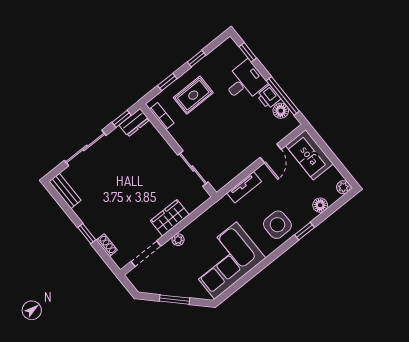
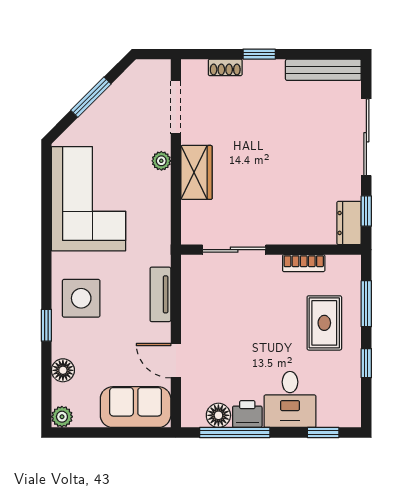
window: (167, 82) -> (366, 304), width x1.50
bookcase: (162, 116) -> (304, 263), moved
bench: (65, 191) -> (323, 70), width x1.36

